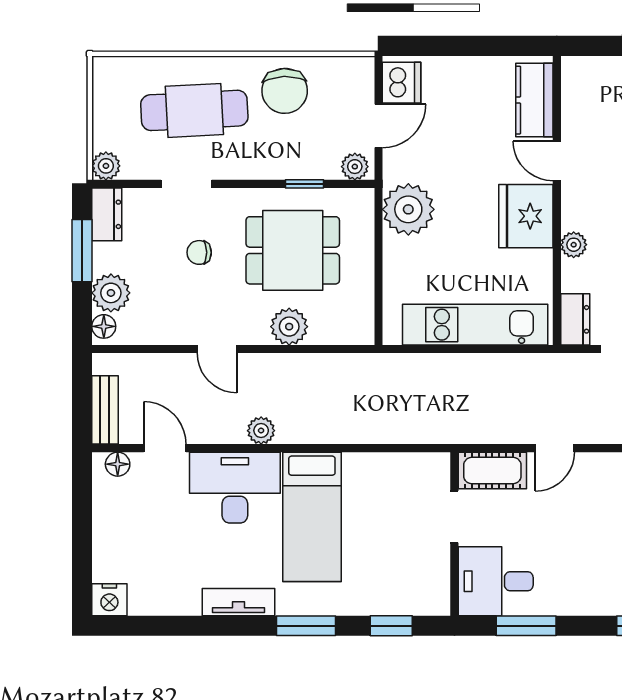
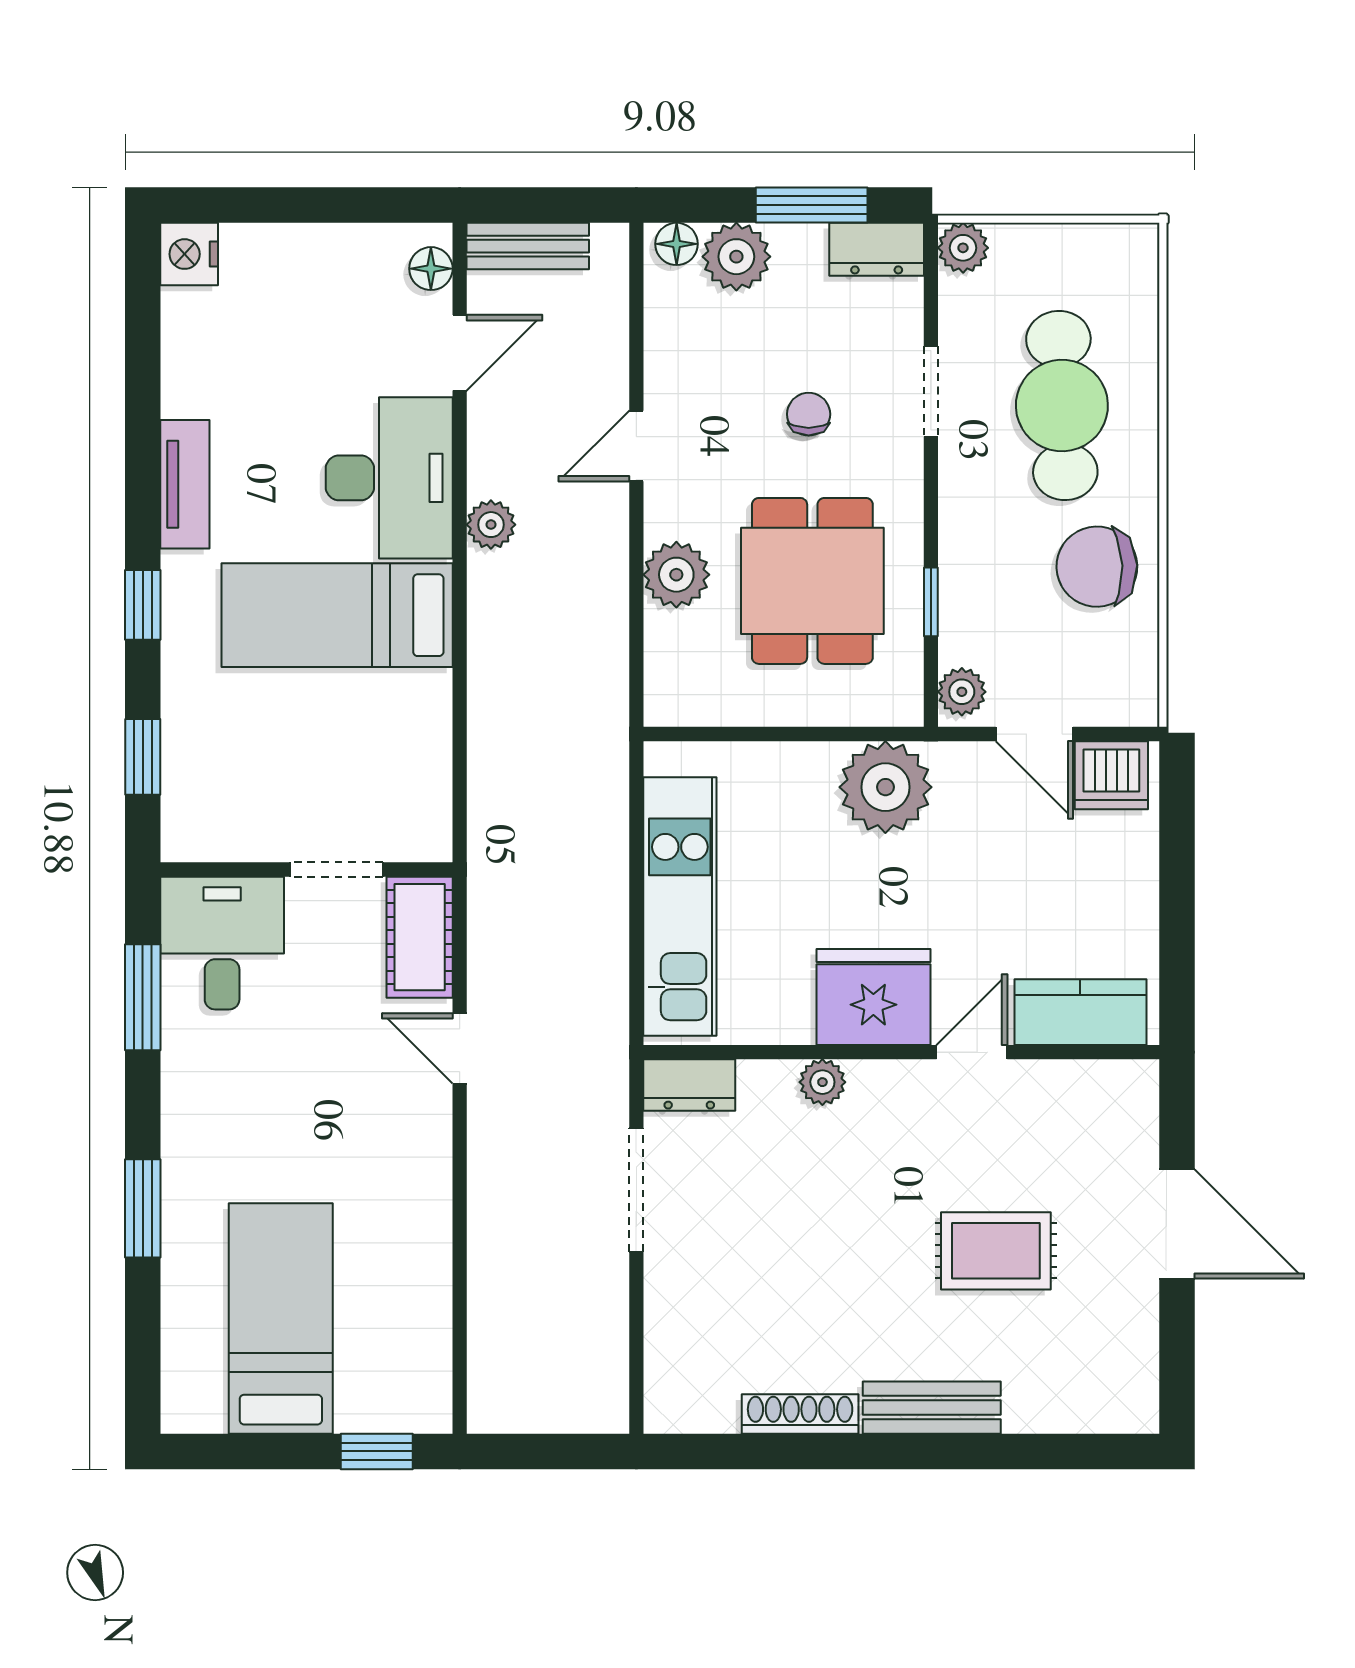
window: (306, 626) -> (143, 605), width x0.67

